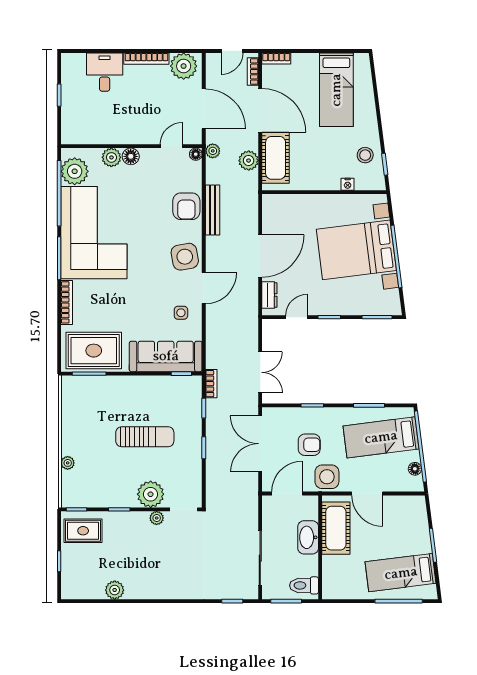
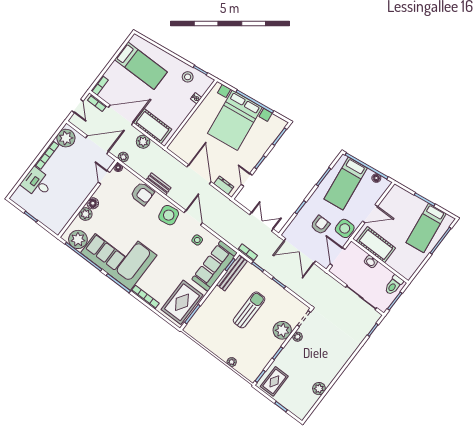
bench: (213, 210) -> (159, 184), width x0.73
bench: (173, 383) -> (232, 273), added
washbasin: (308, 537) -> (371, 262), width x0.52, depth x0.69

